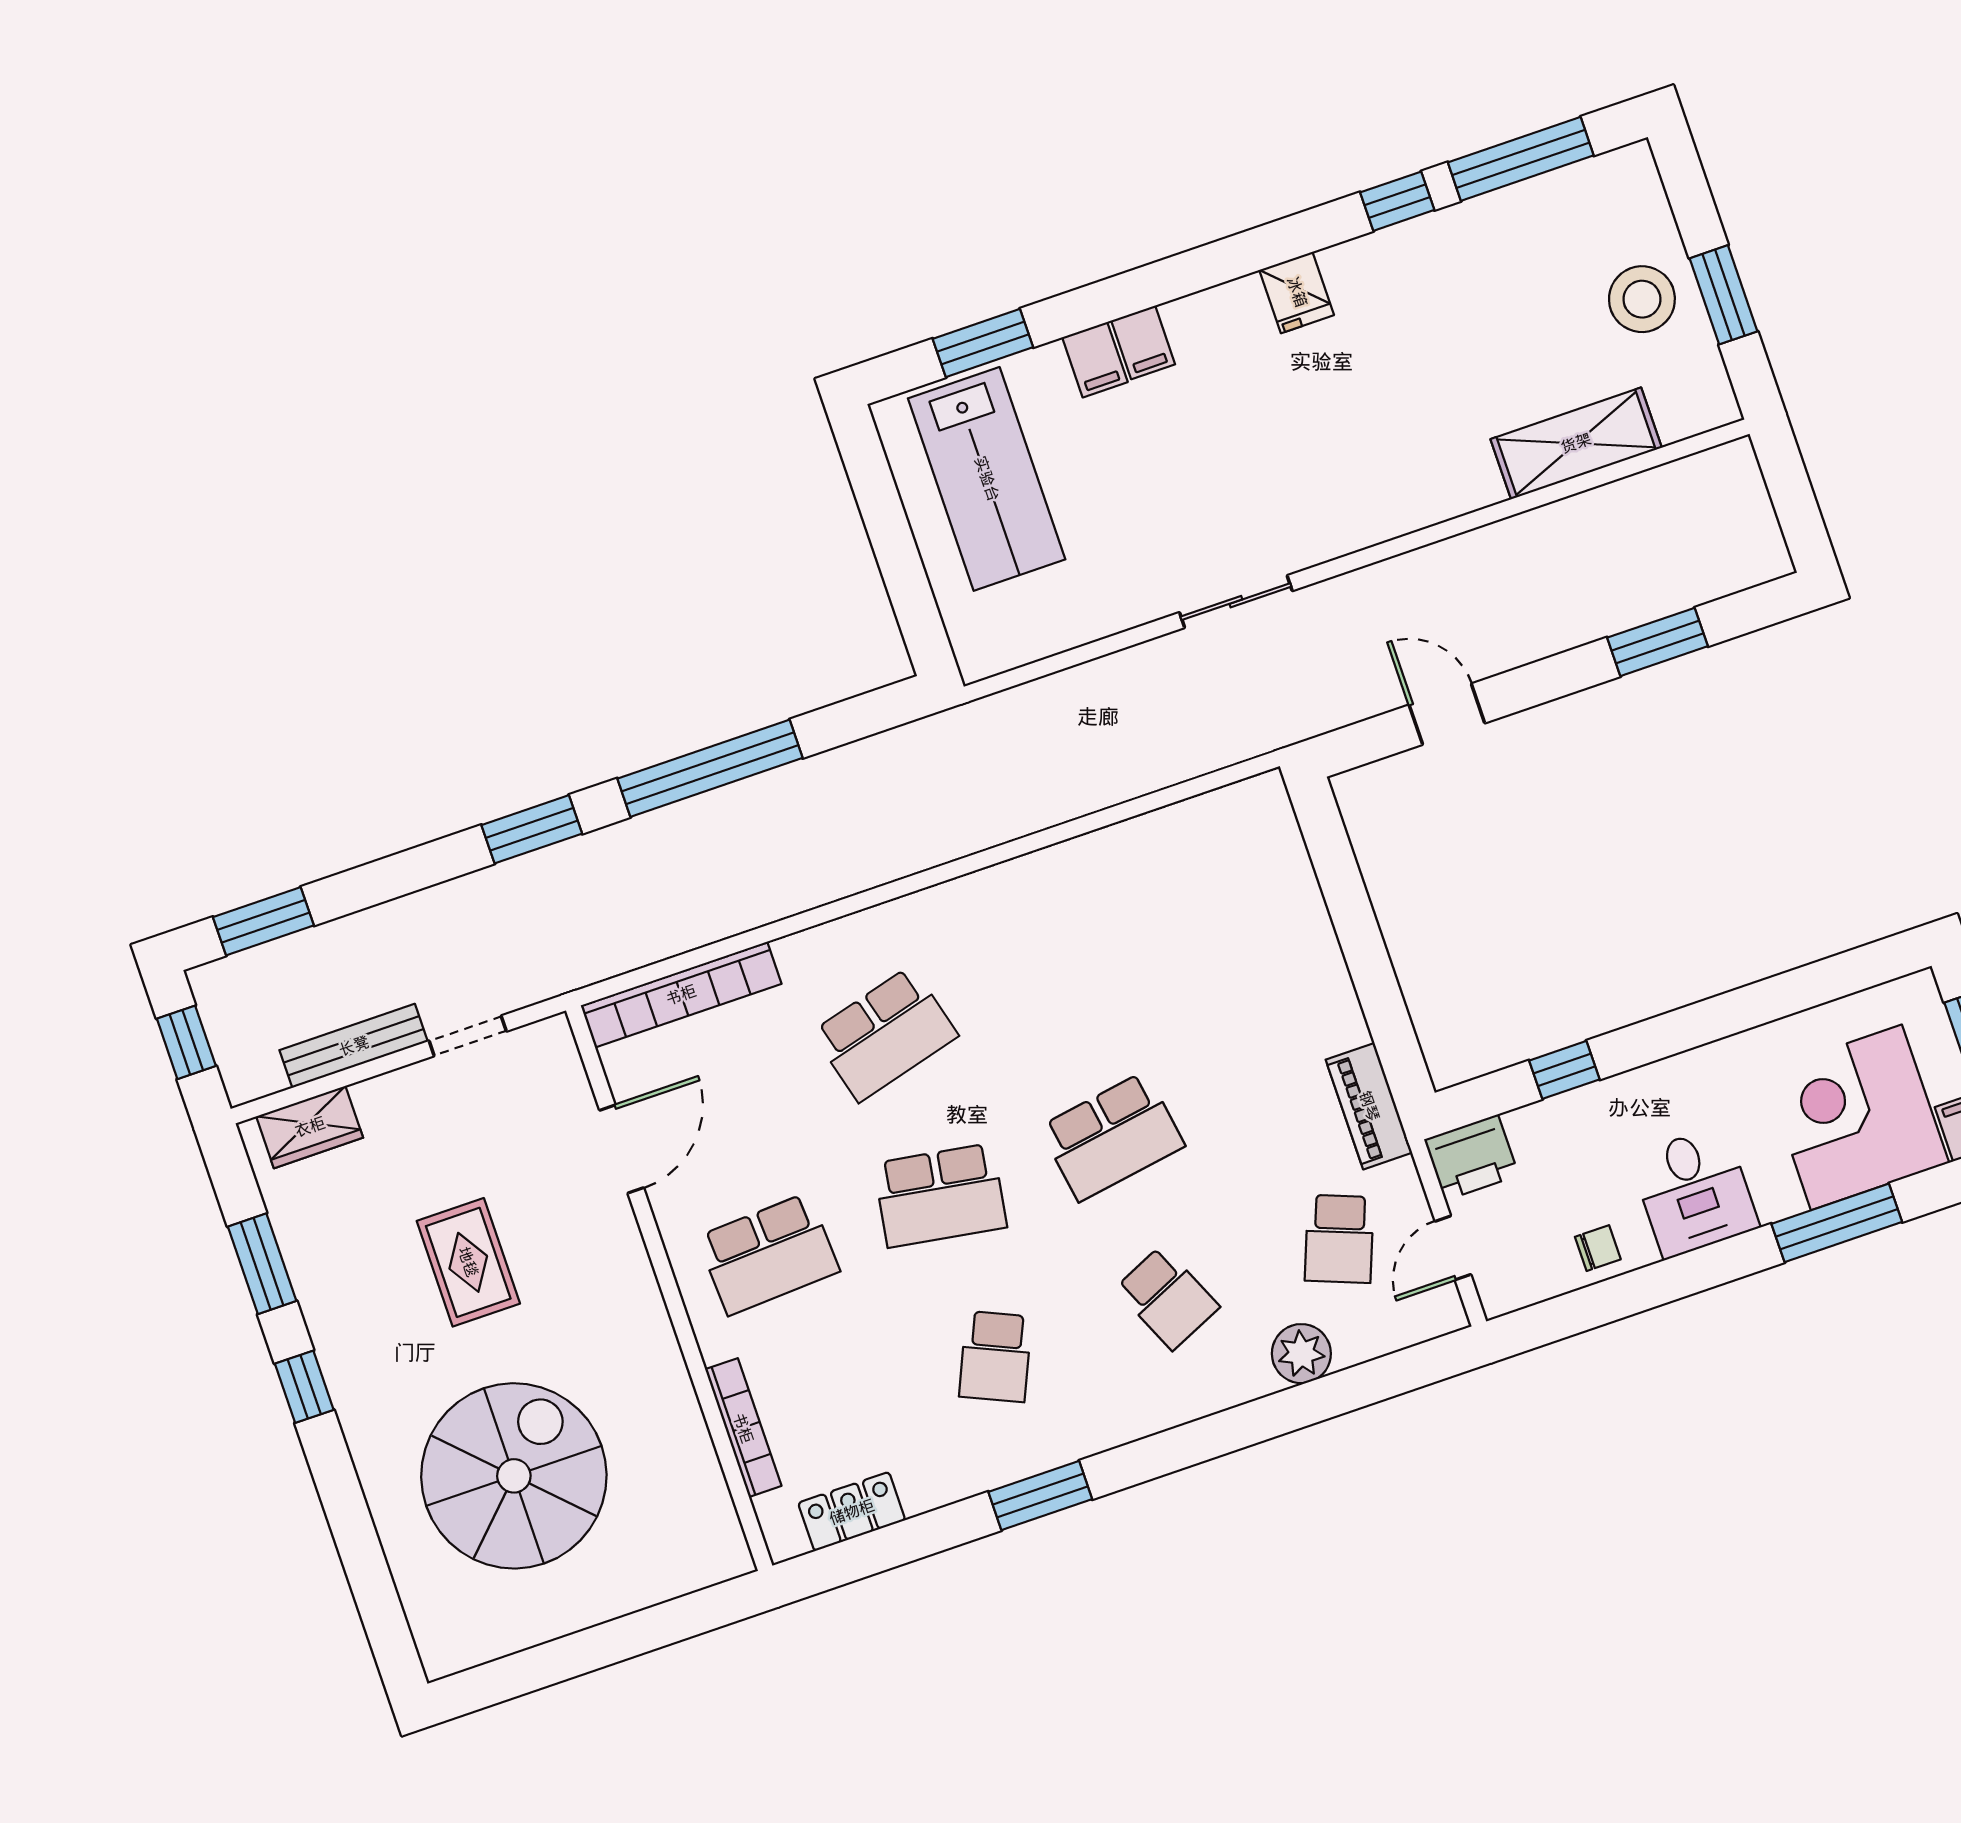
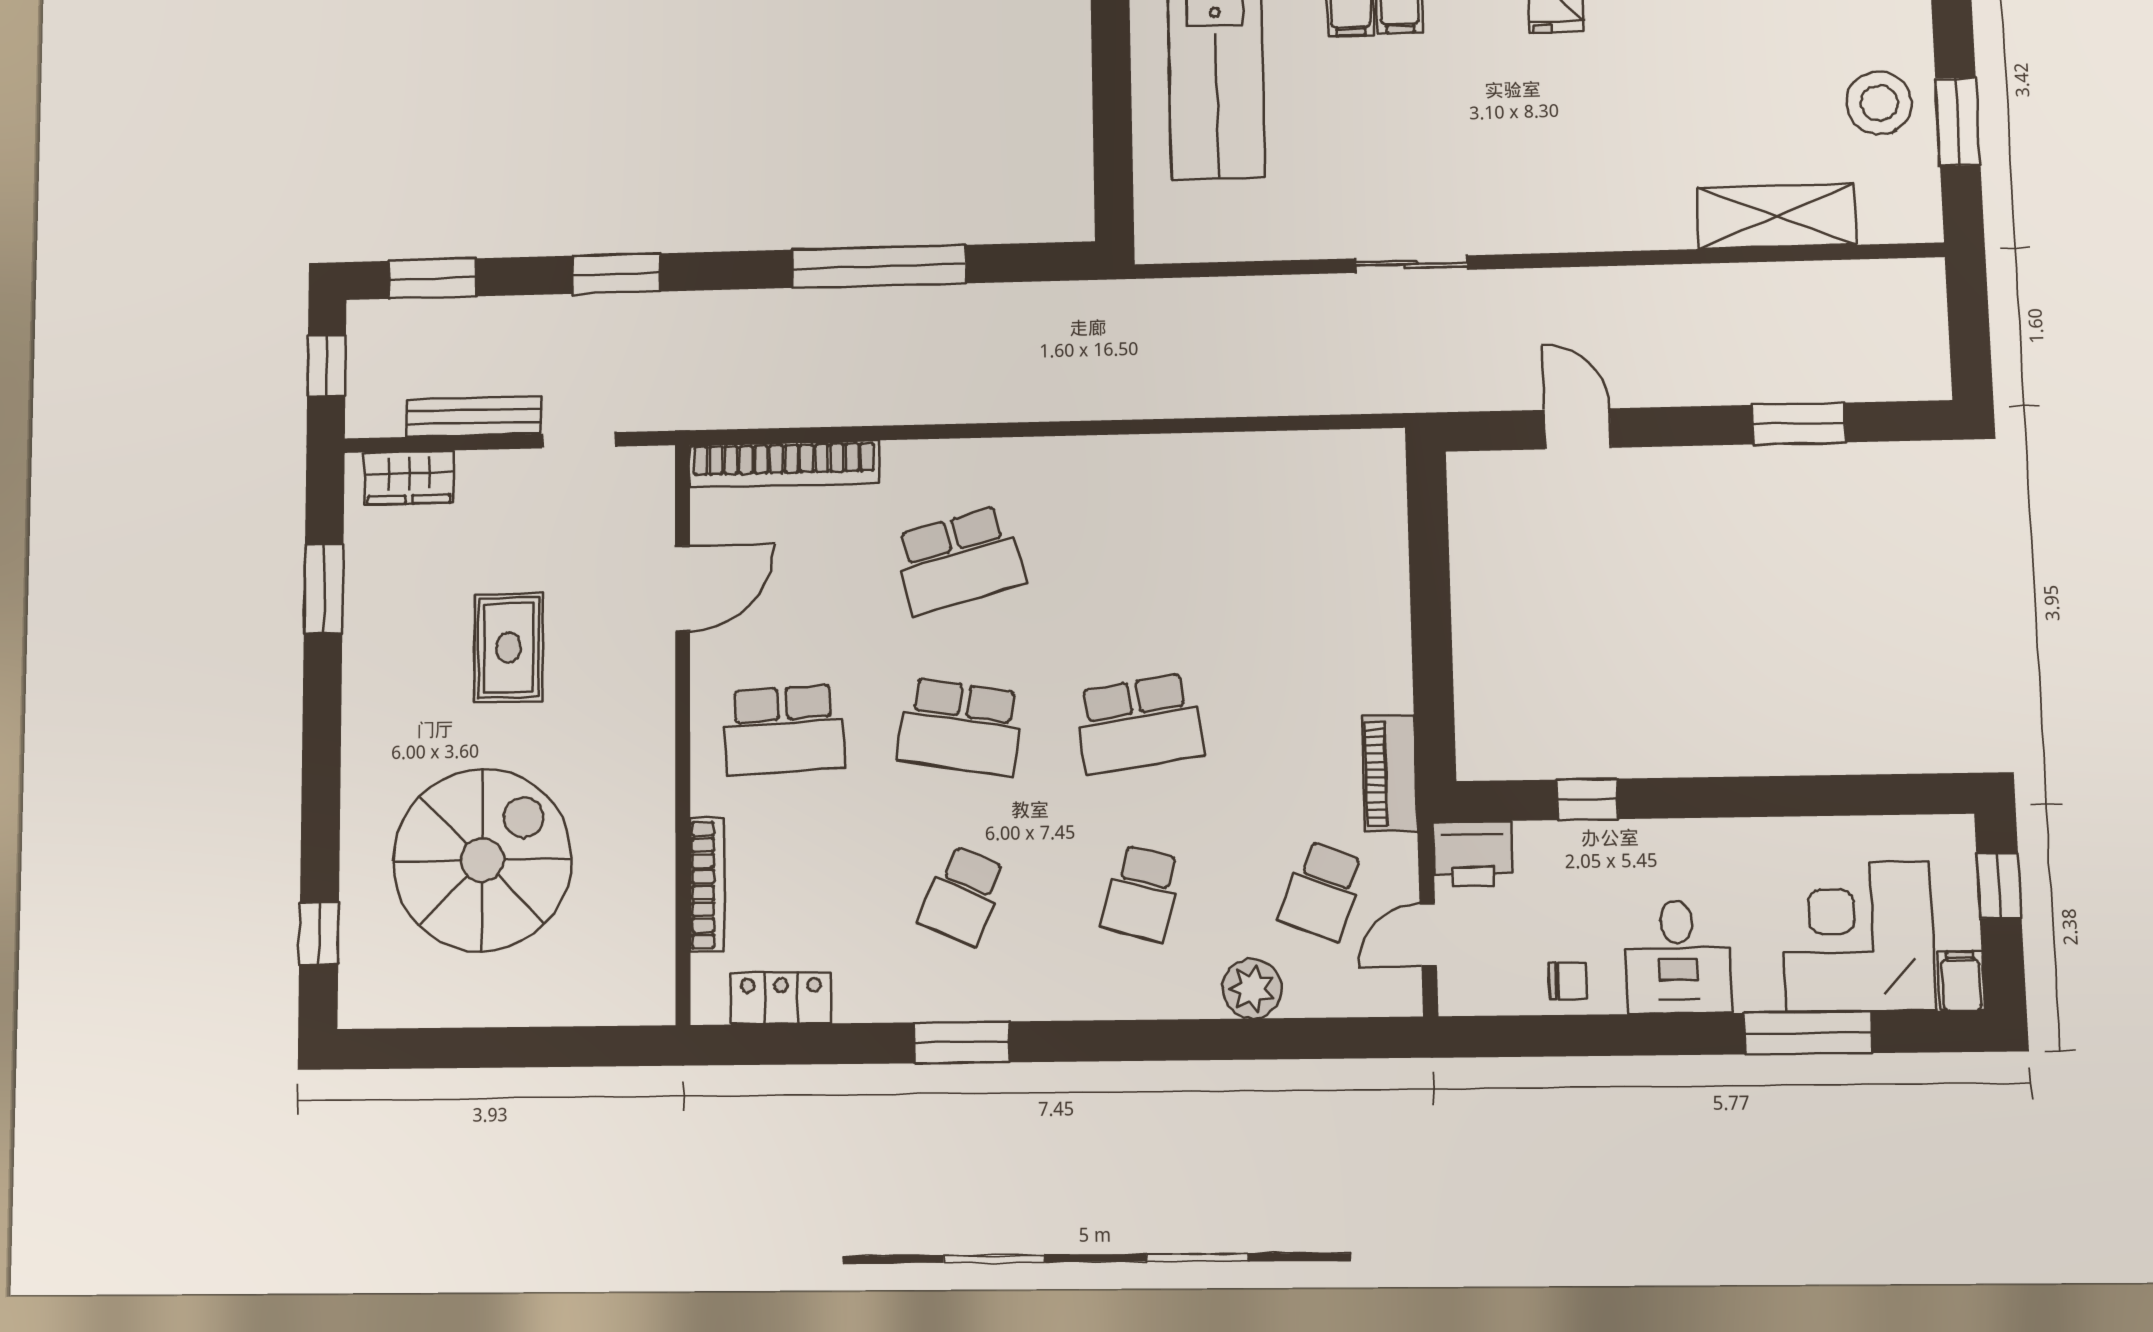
window: (532, 829) -> (616, 274), moved
school desk: (1167, 1298) -> (1142, 893), turned 39
window: (304, 1387) -> (319, 933), moved

